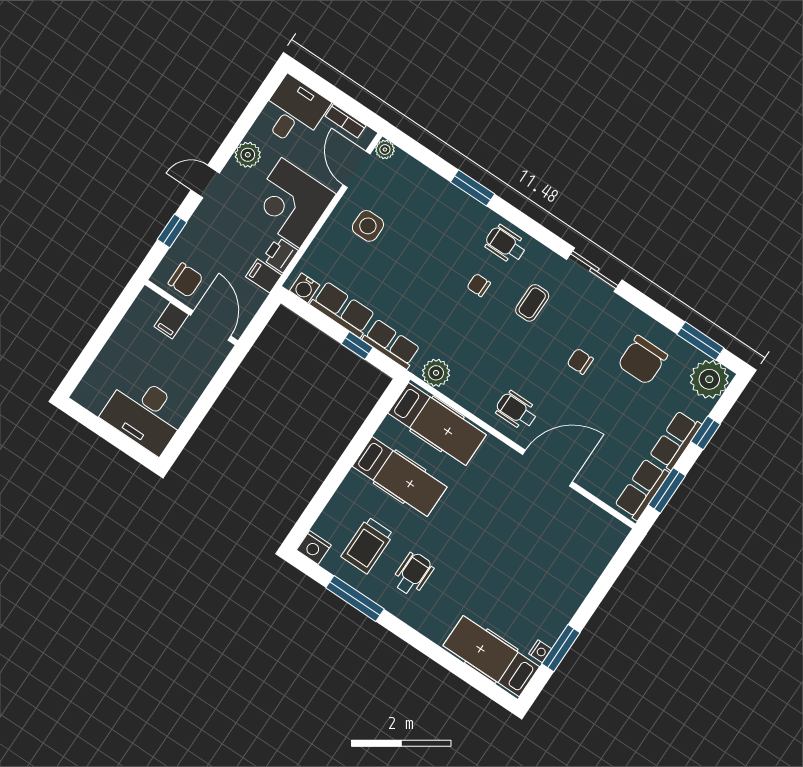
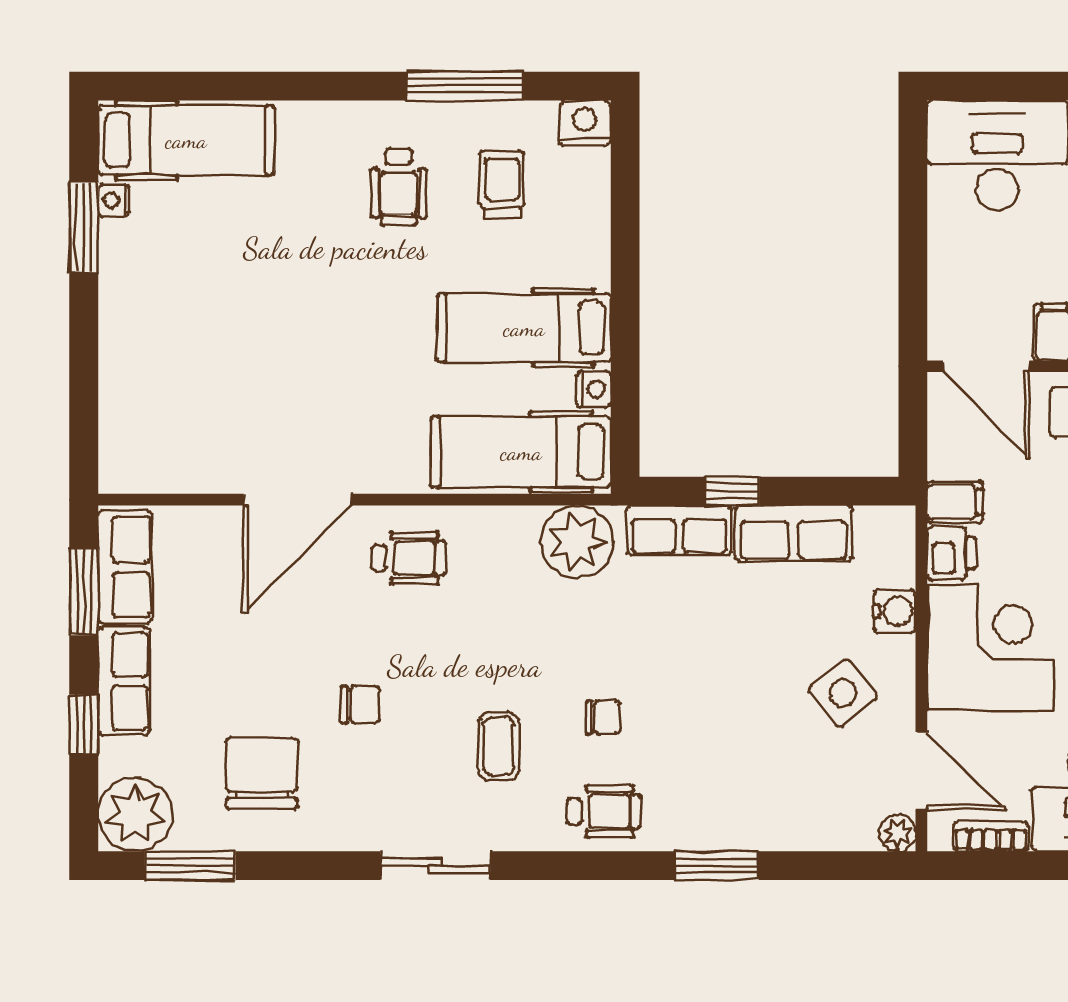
side table: (368, 226) -> (843, 693), turned -38
water cooler: (305, 288) -> (895, 611), moved, turned 90
plant: (436, 373) -> (577, 542), width x1.36, depth x1.36
nightstand: (387, 430) -> (594, 389), added
trolley: (367, 545) -> (502, 184), width x0.73, depth x0.72

